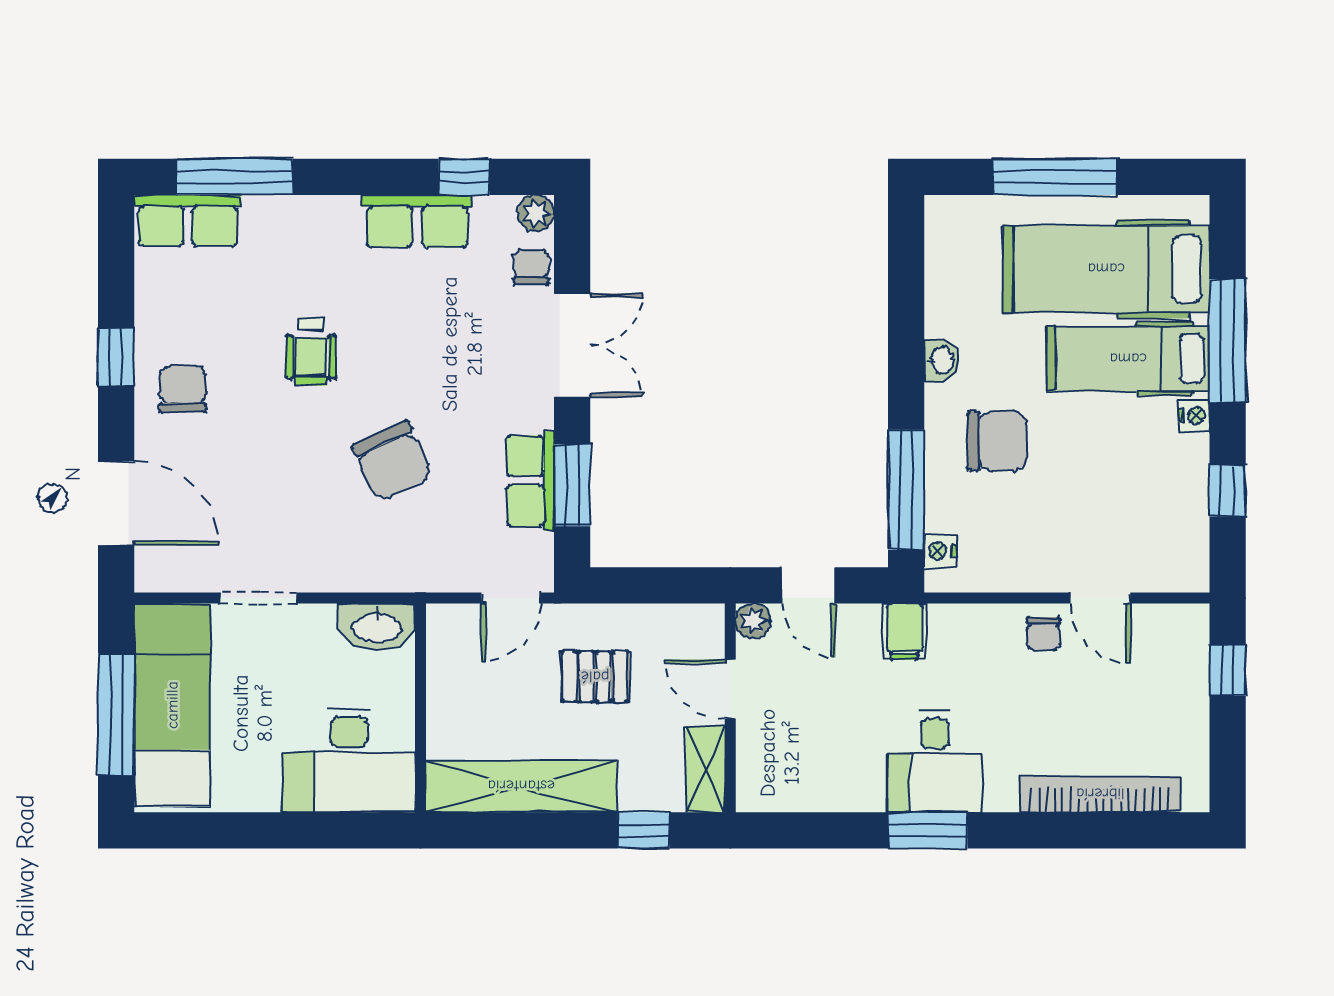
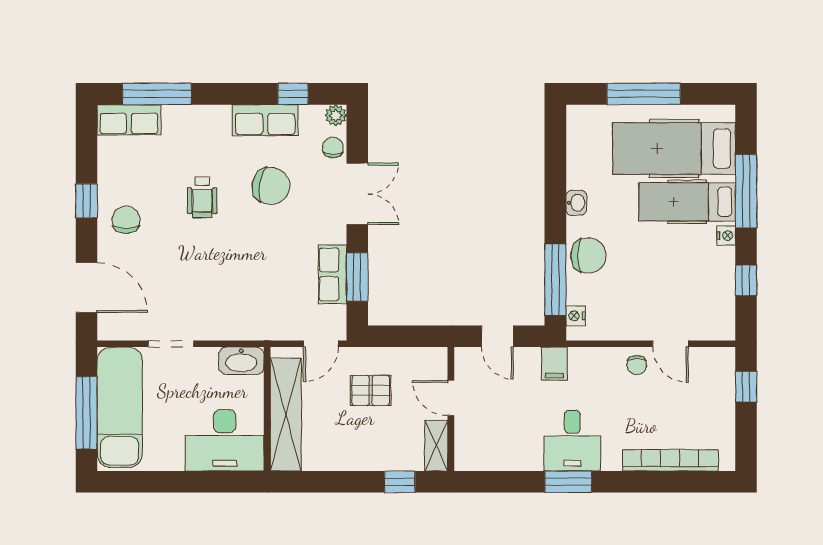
chair: (997, 441) -> (588, 255), moved
chair: (393, 461) -> (271, 186), moved, turned -55
plant: (753, 621) -> (464, 357), removed
shelving: (521, 786) -> (286, 414), moved, turned 90

